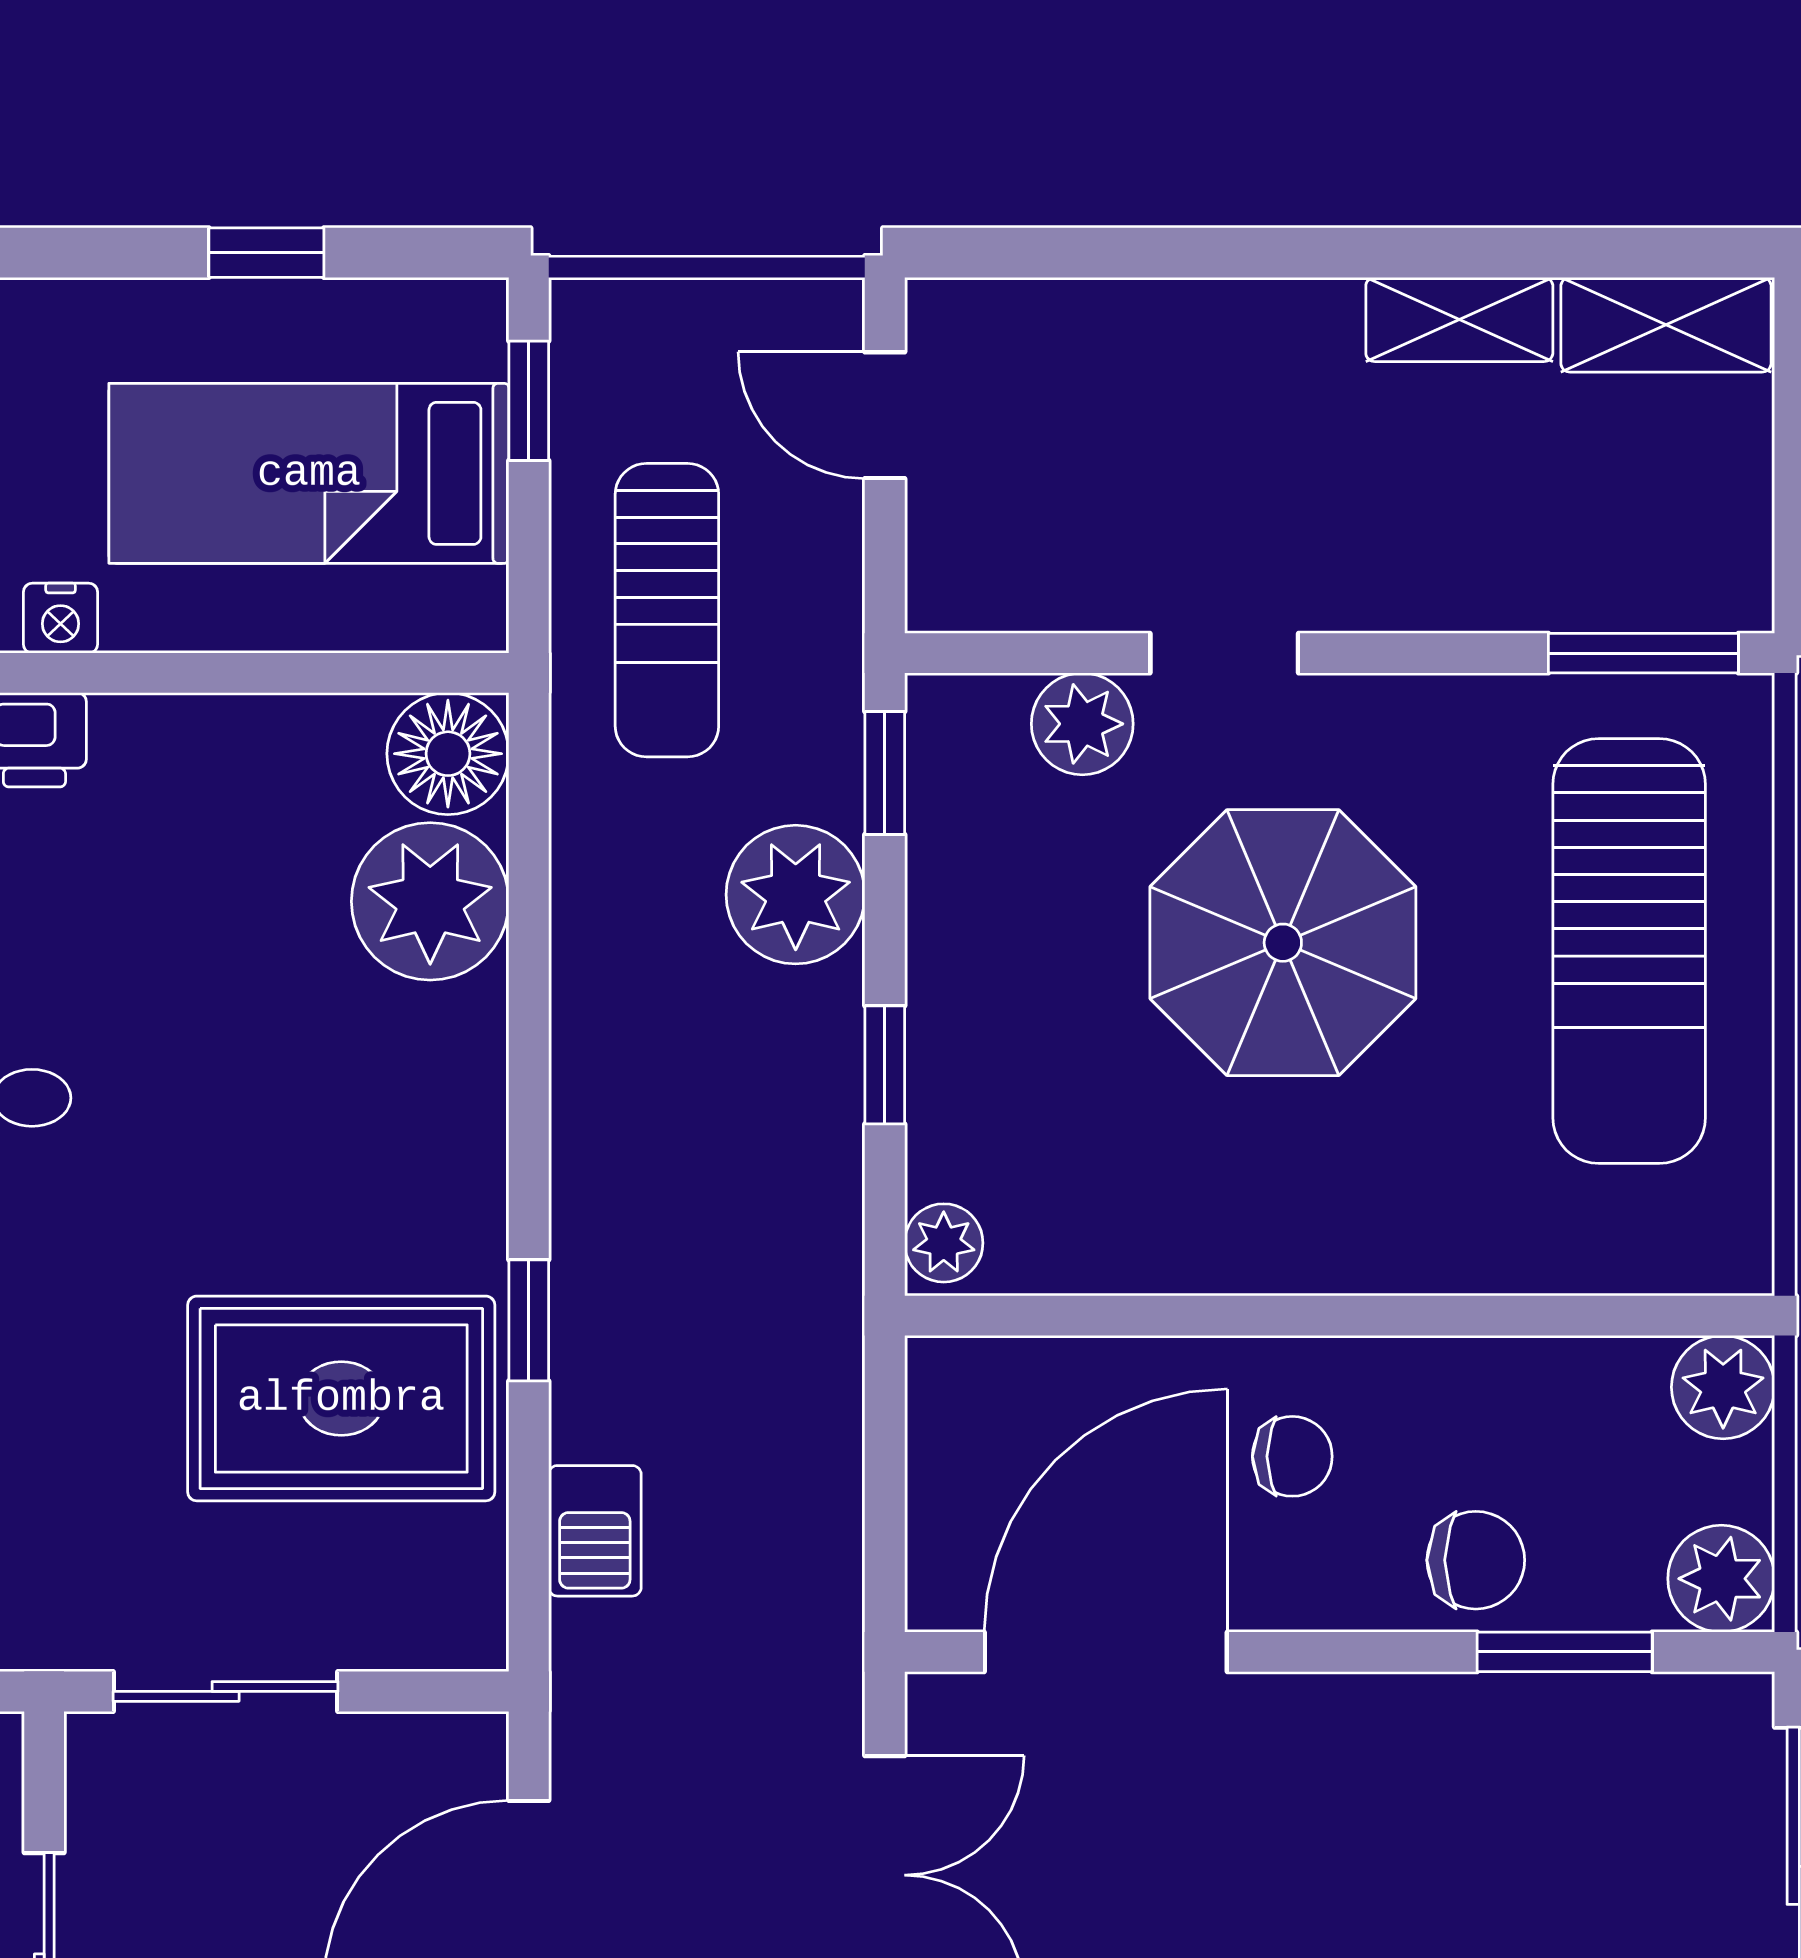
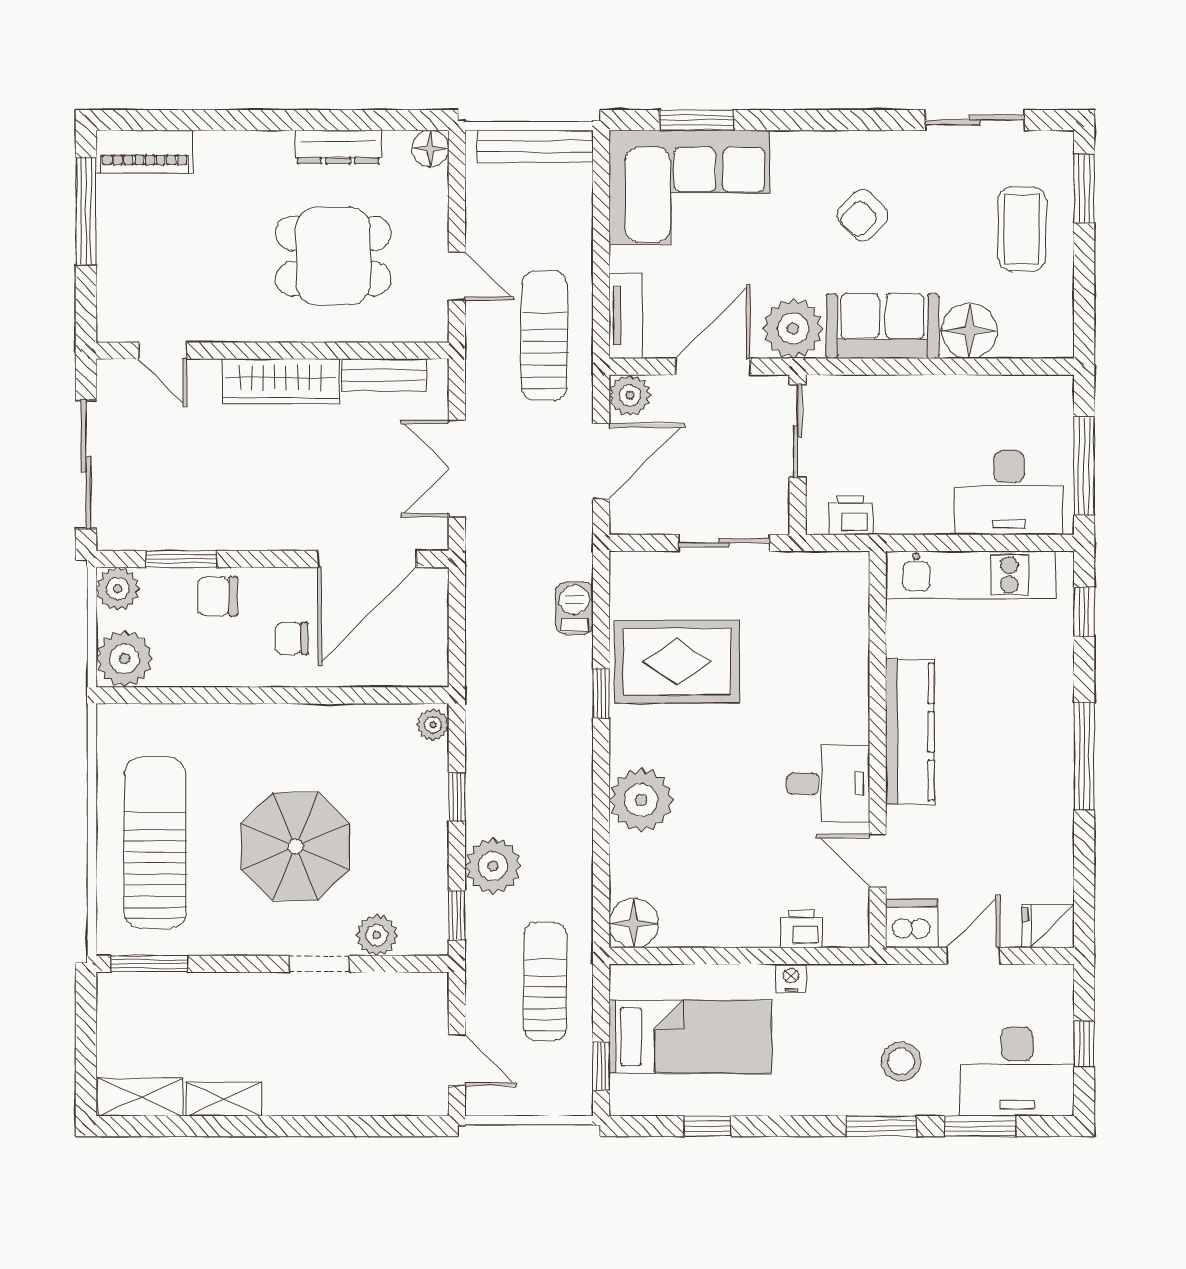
plant: (430, 901) -> (641, 800), moved
plant: (1723, 1387) -> (125, 659), width x1.36, depth x1.36

